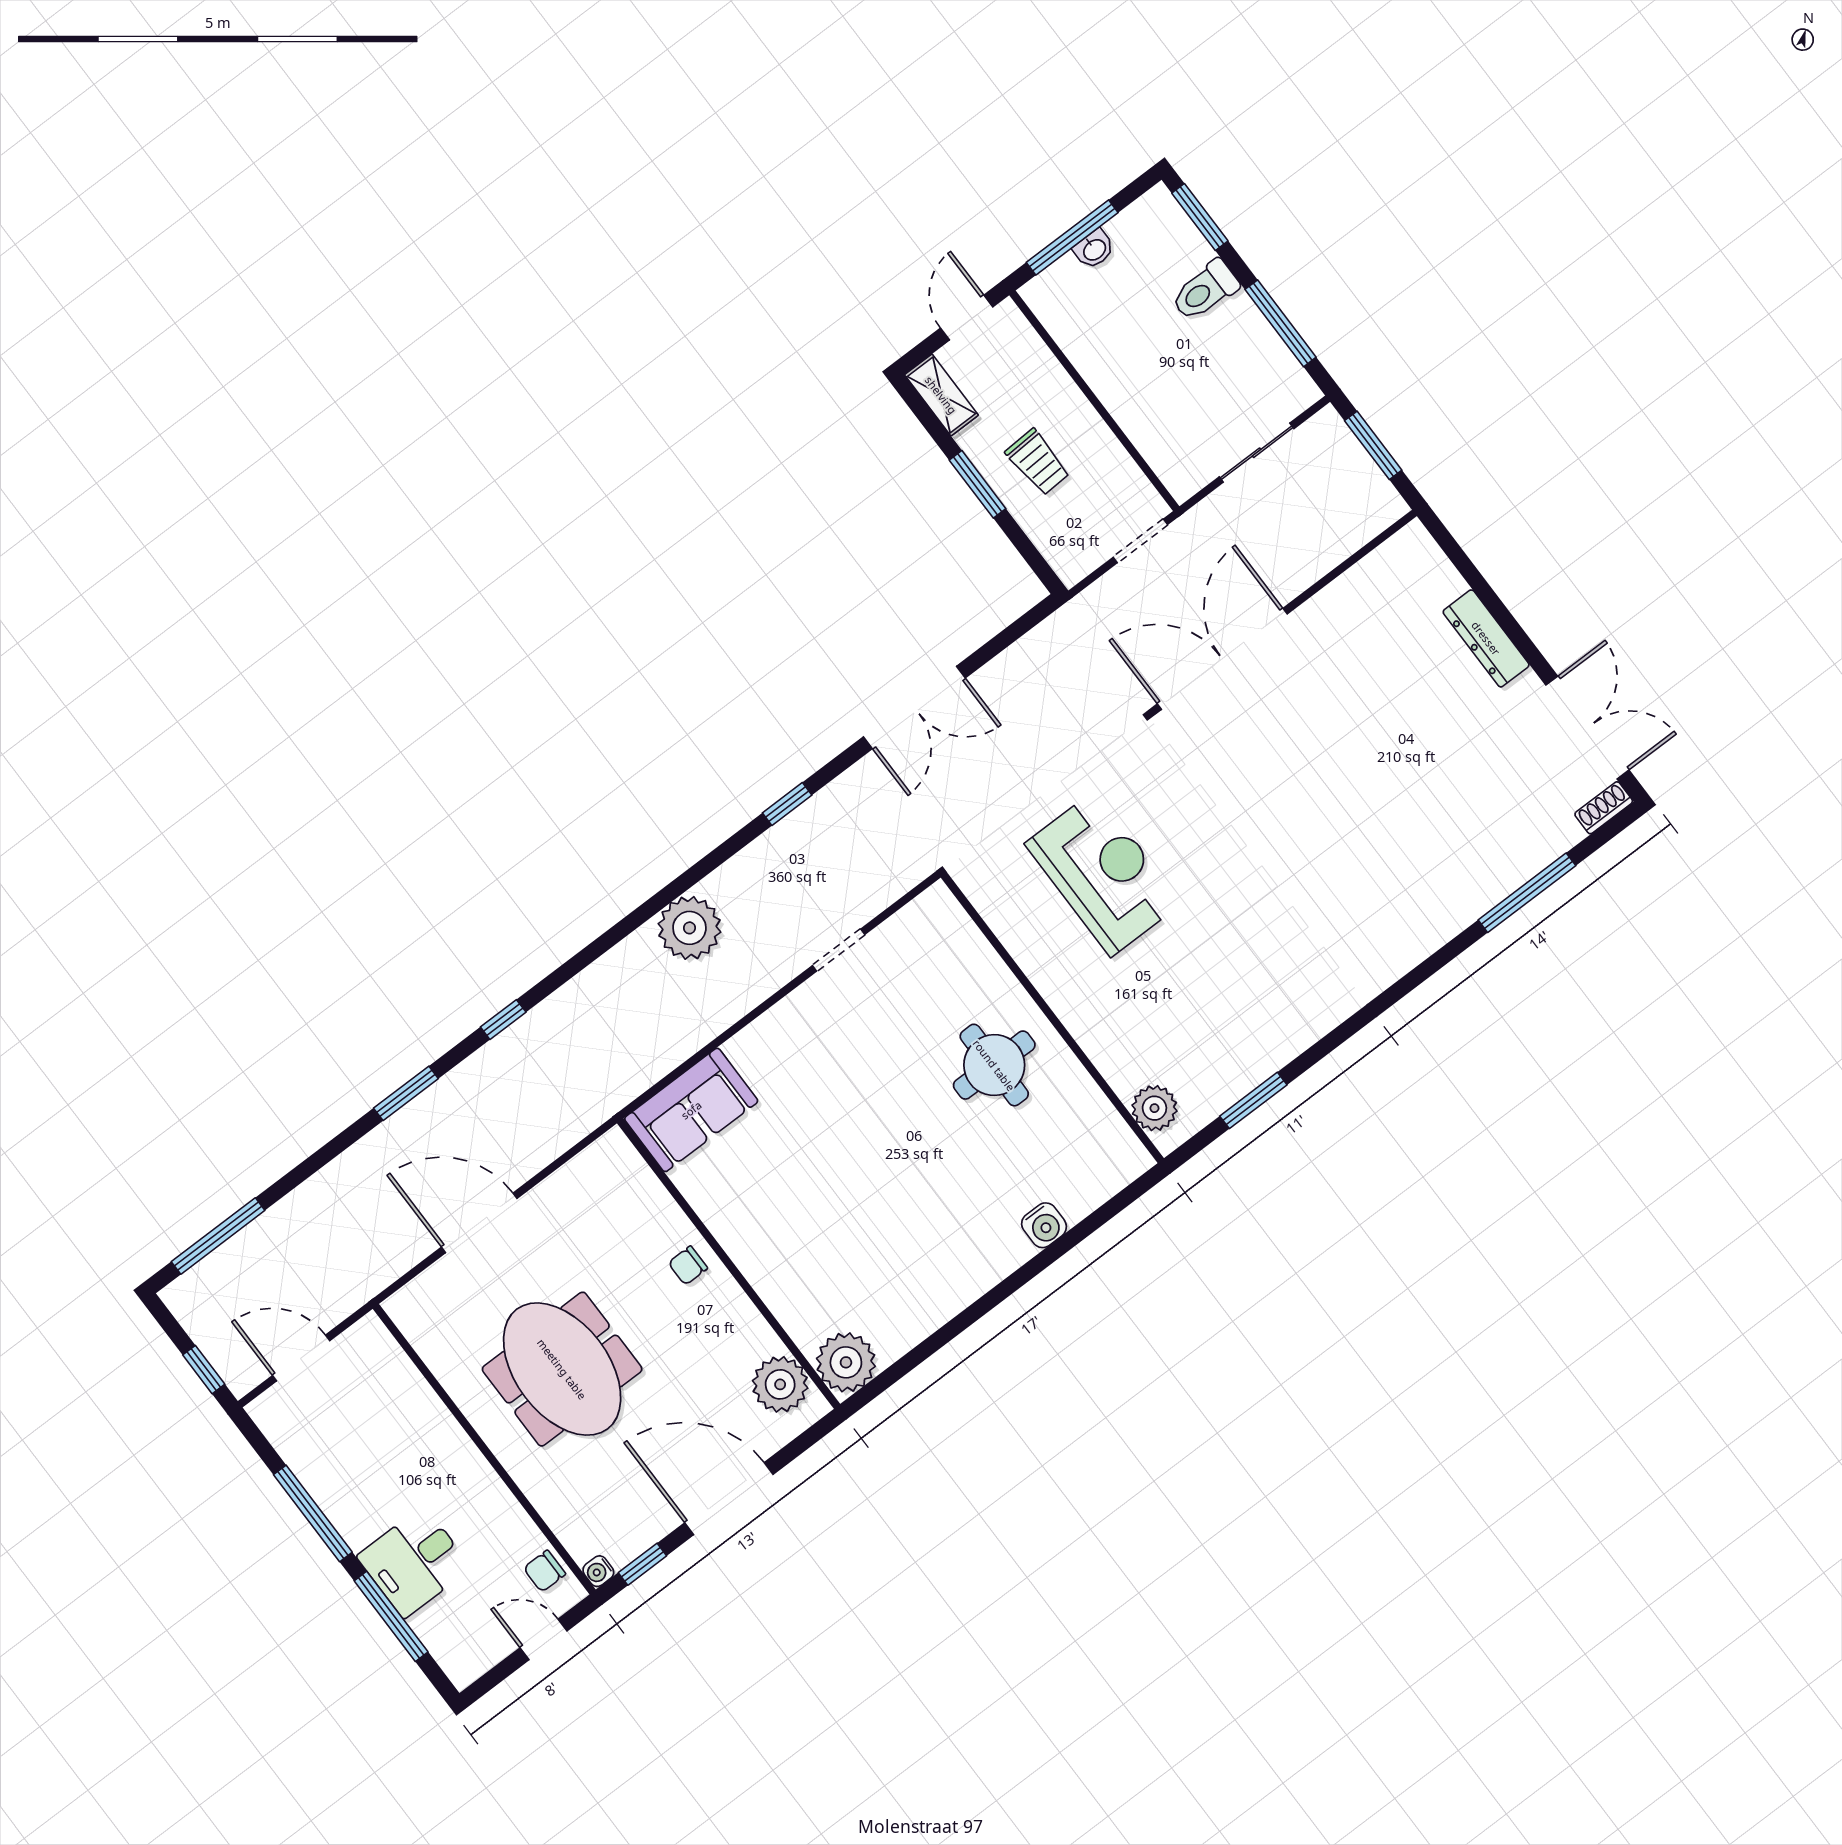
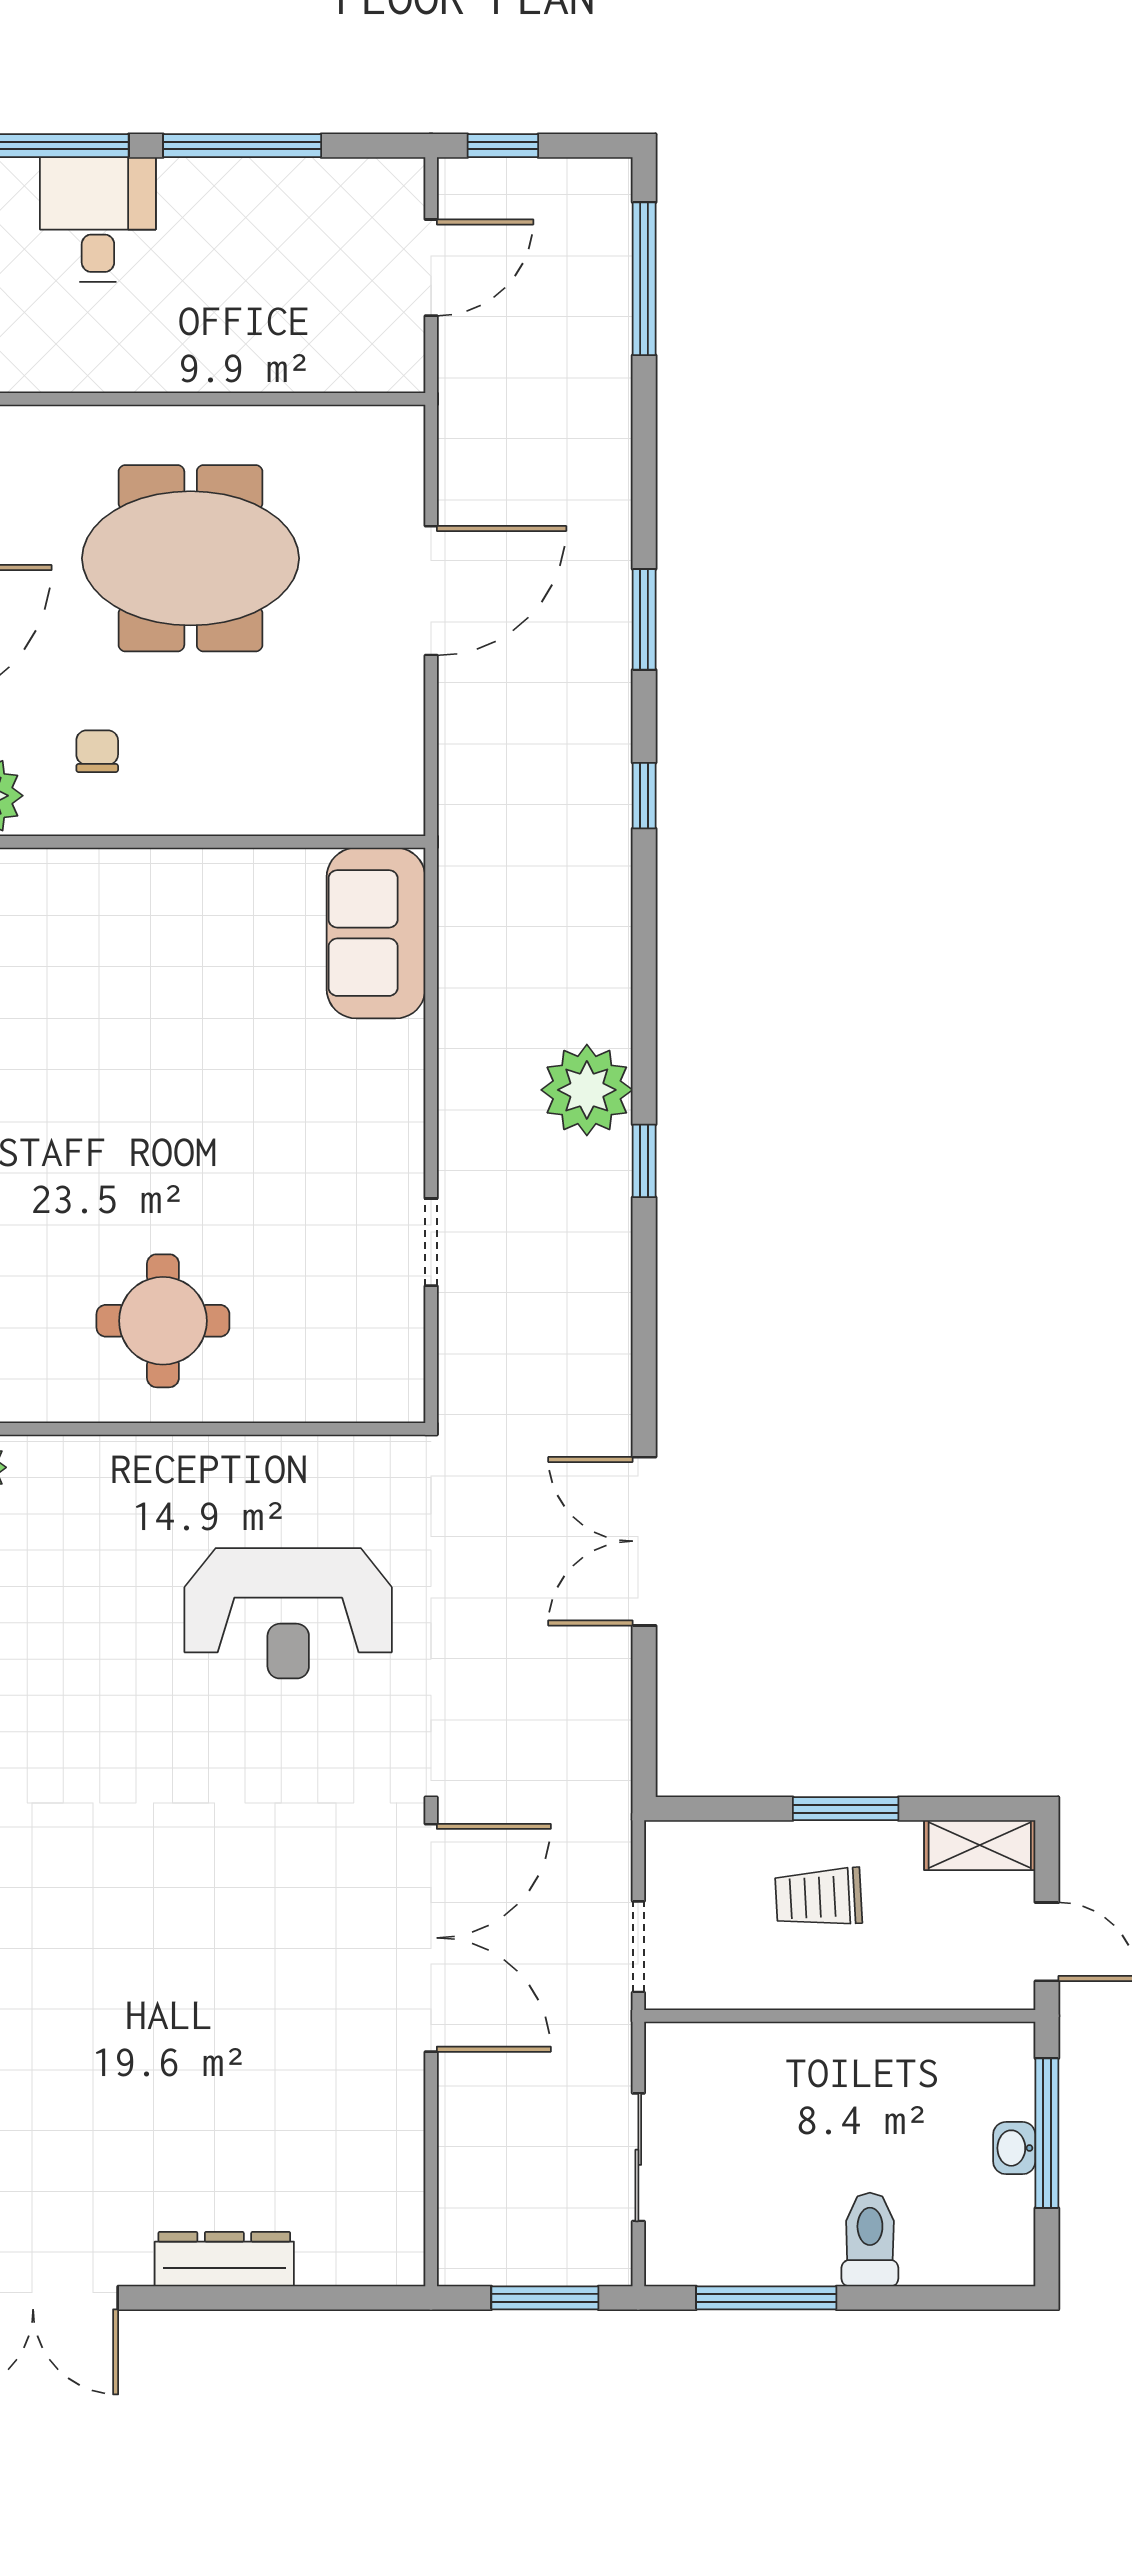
window: (1200, 217) -> (959, 2298), removed
window: (787, 804) -> (644, 1161), moved
chair: (688, 1265) -> (97, 751), moved

